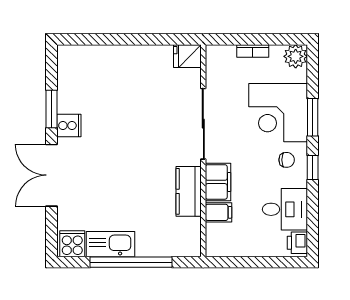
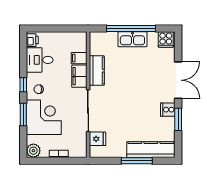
window: (121, 39) -> (137, 161), added
fridge: (187, 56) -> (98, 139), moved
kitchen counter: (97, 58) -> (151, 150), added
kitchen sink: (110, 244) -> (132, 39), moved

